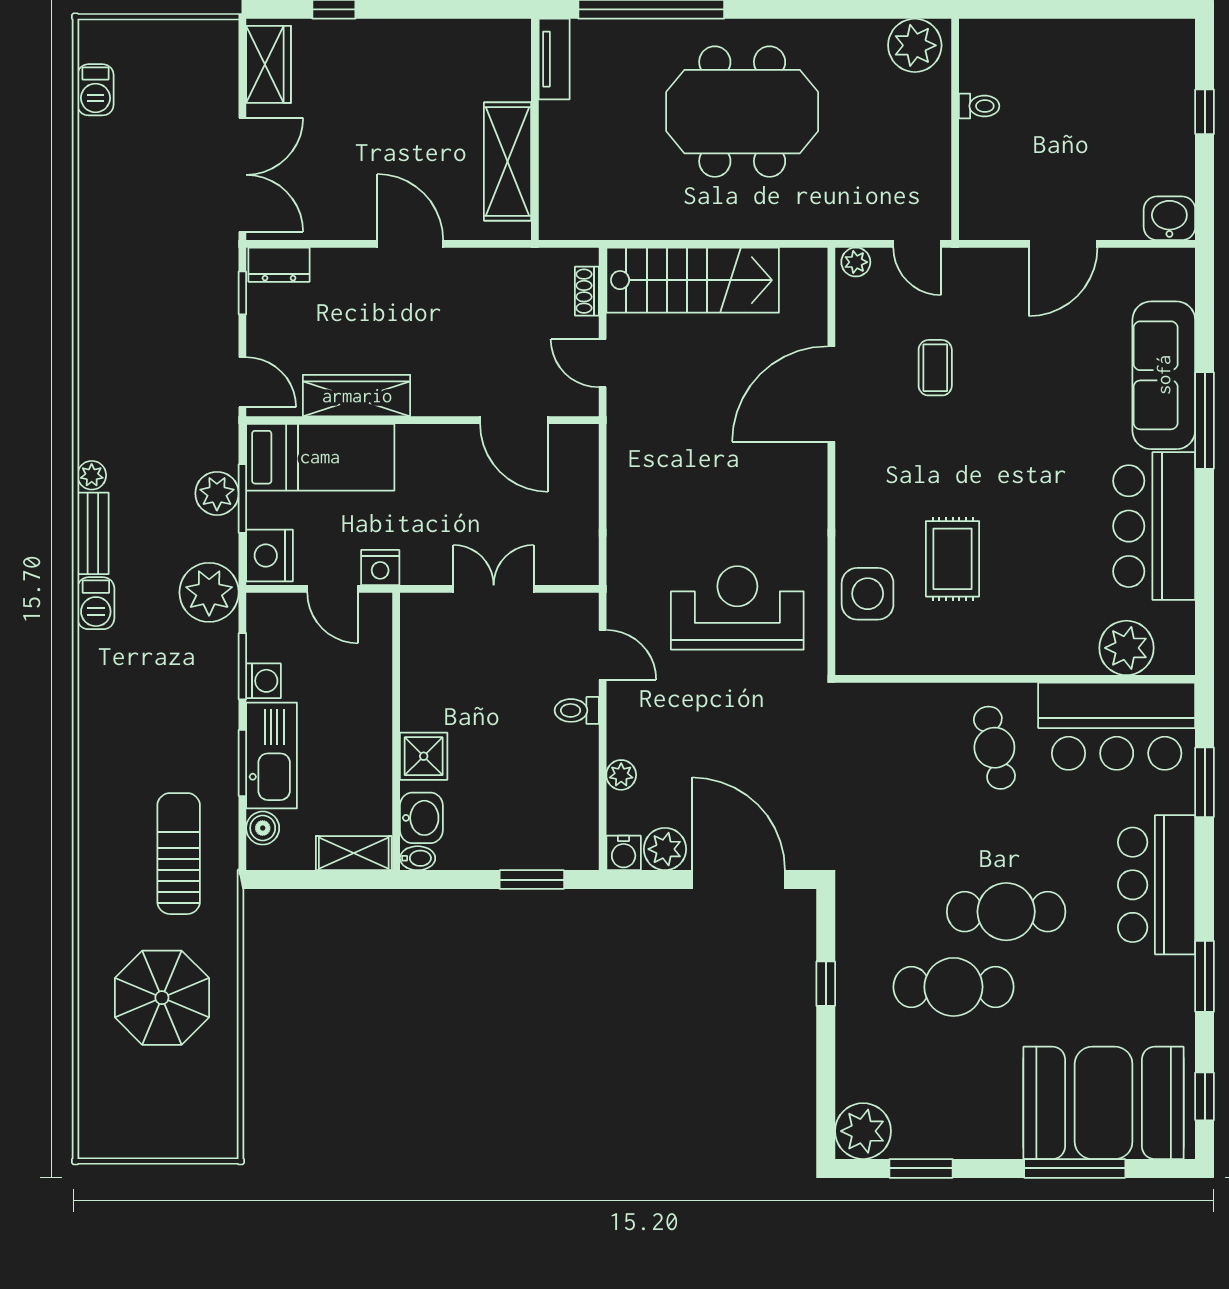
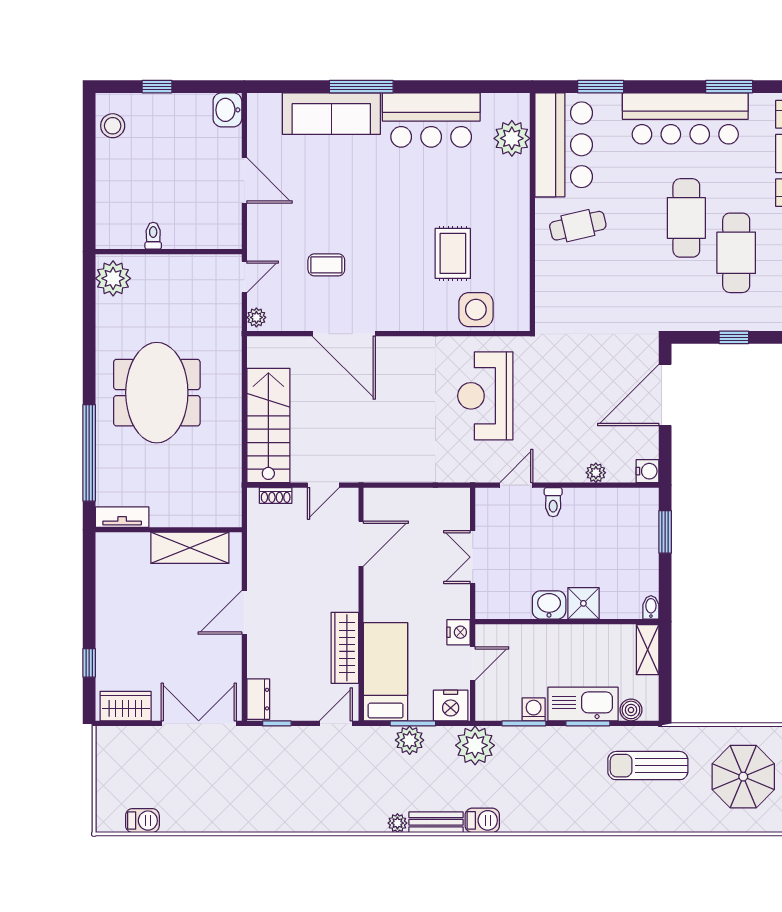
stool: (1145, 45) -> (113, 126), added
rug: (953, 559) -> (453, 253), turned 90
washbasin: (421, 818) -> (549, 605), moved
plant: (665, 849) -> (645, 444), removed
bar counter: (1157, 885) -> (685, 118), width x1.36

